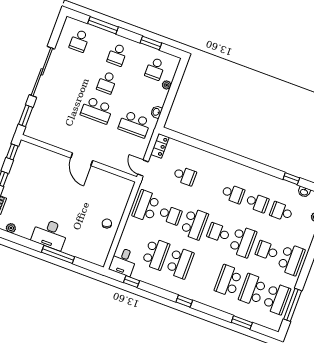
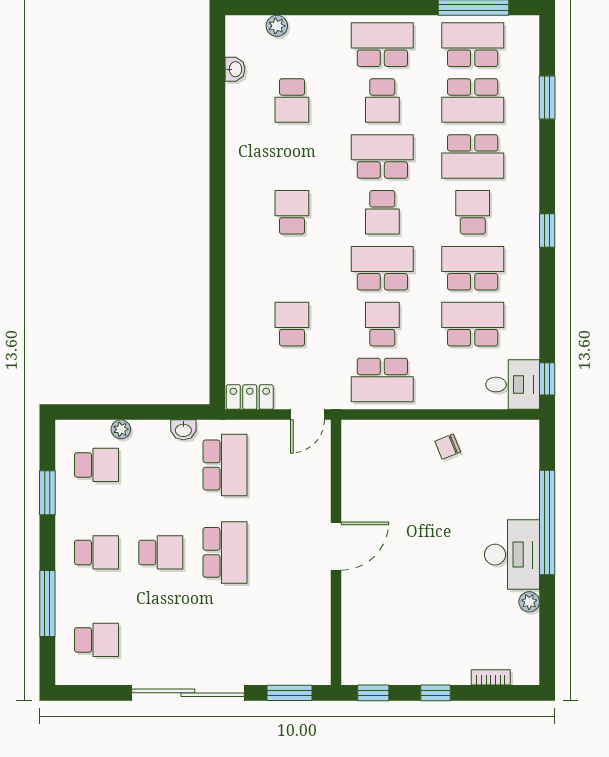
window: (291, 179) -> (217, 105), removed
school desk: (257, 203) -> (473, 212), moved
plant: (11, 228) -> (529, 602), moved
window: (58, 254) -> (547, 523), width x1.46
window: (132, 282) -> (547, 379), moved

